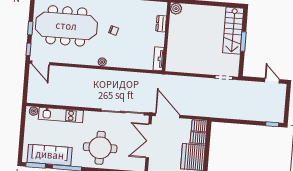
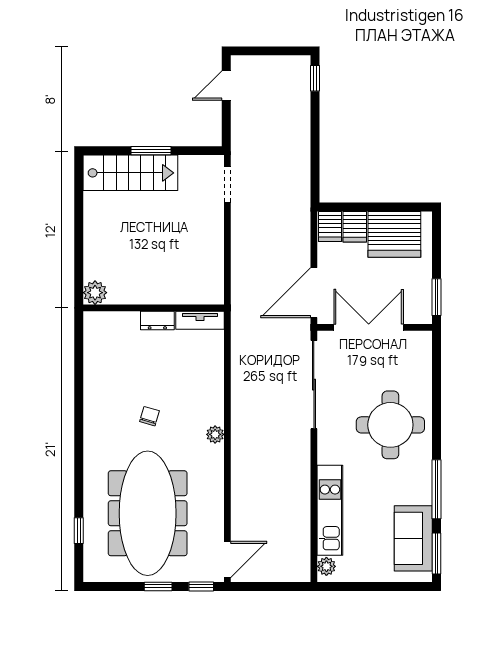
dresser: (161, 24) -> (157, 321), moved
double door: (149, 141) -> (369, 327), swing flipped
sofa: (50, 155) -> (413, 538), width x0.73

